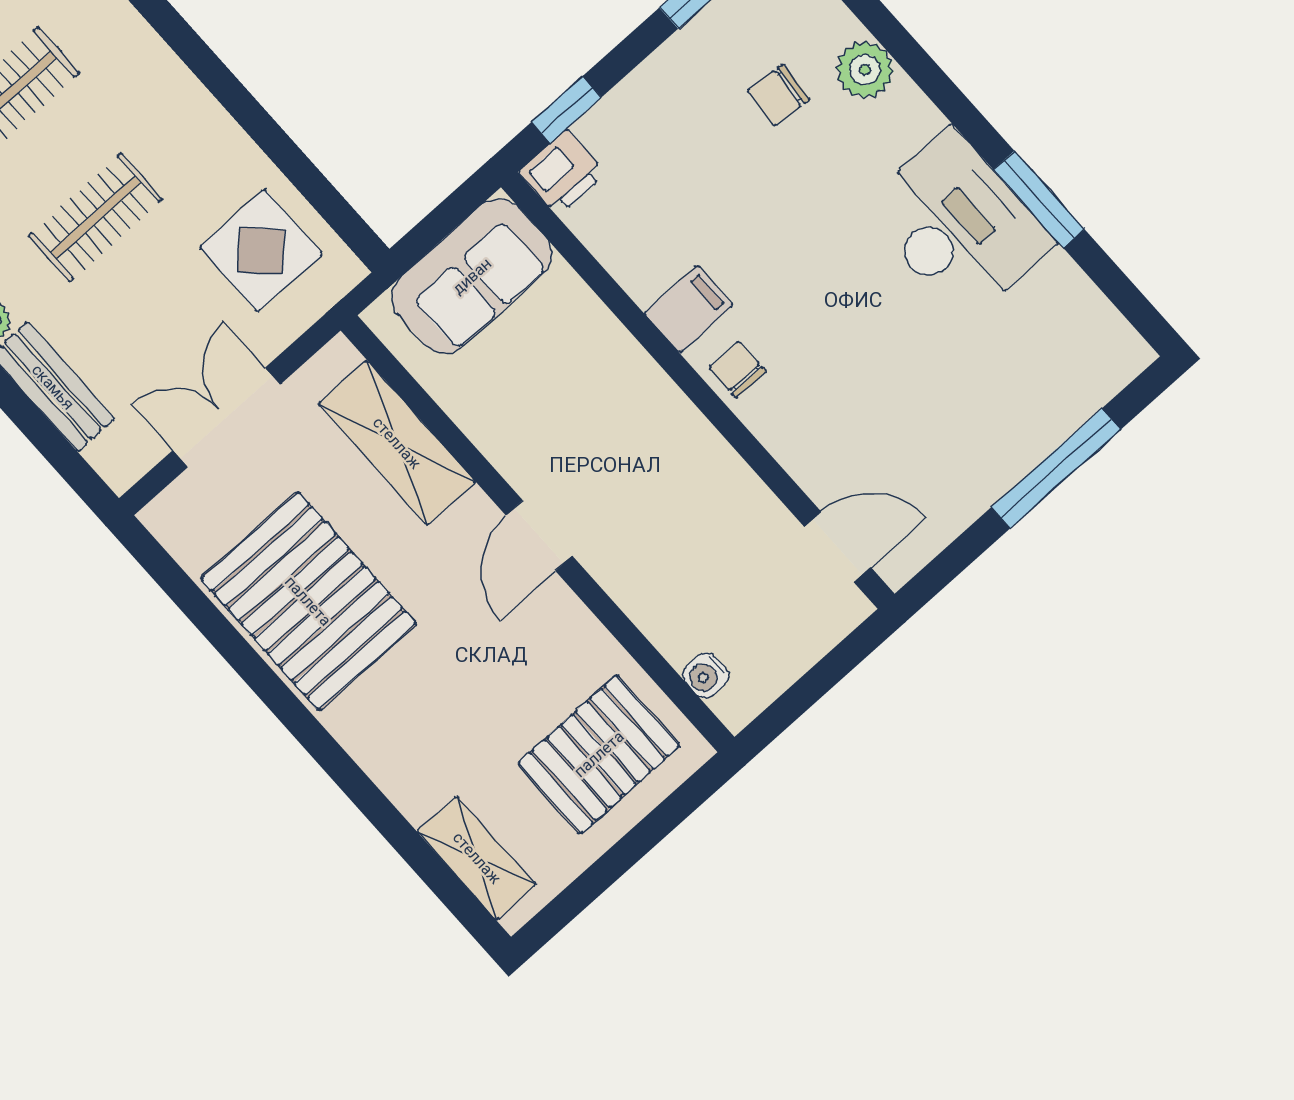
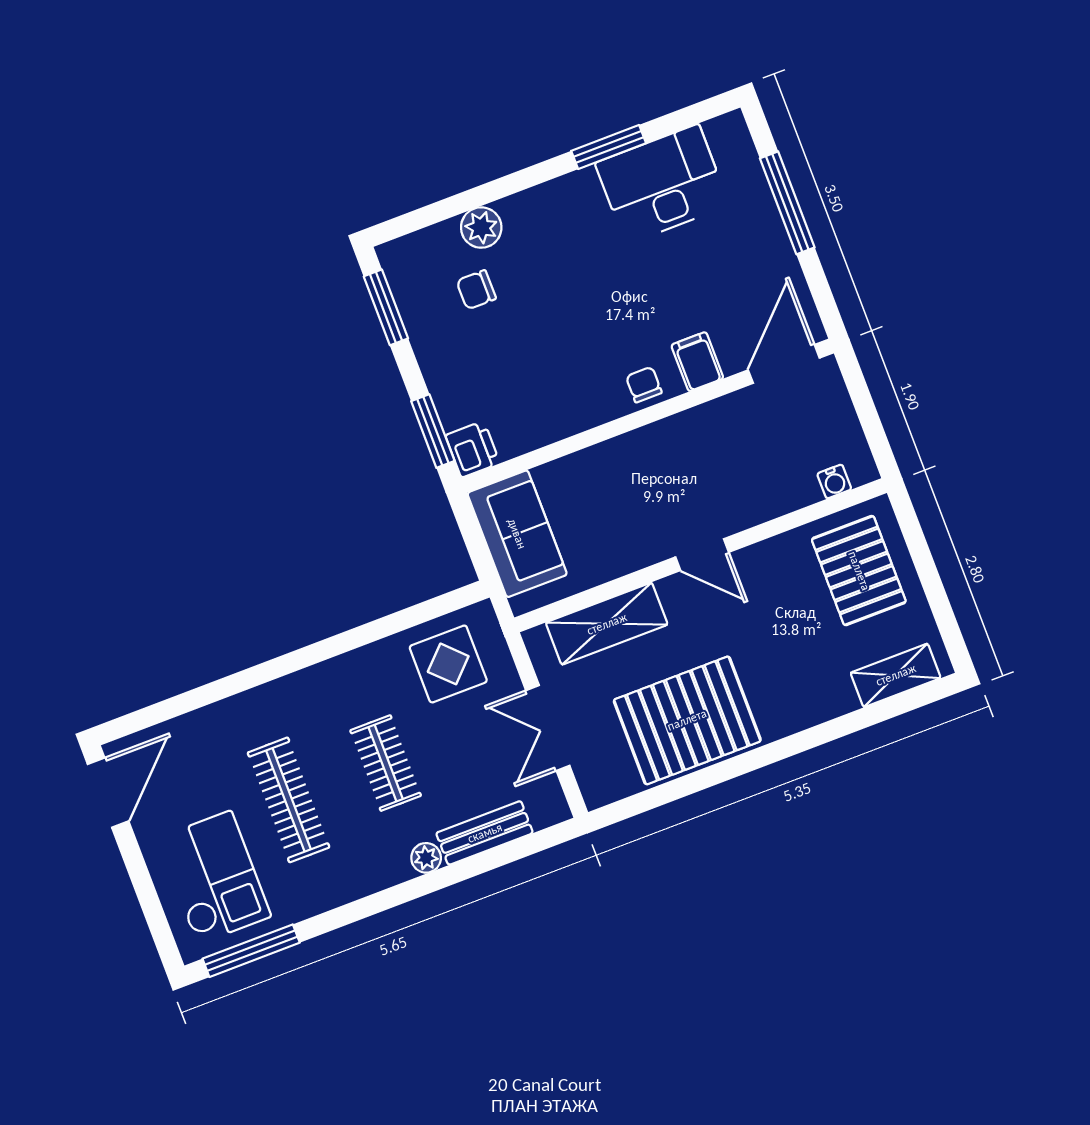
chair: (779, 95) -> (476, 290), turned 85
window: (566, 110) -> (433, 431), width x1.50
desk: (958, 225) -> (662, 184), moved
filing cabinet: (689, 309) -> (697, 362), moved
chair: (738, 369) -> (644, 385), turned 90
door: (838, 547) -> (784, 364), width x1.38

